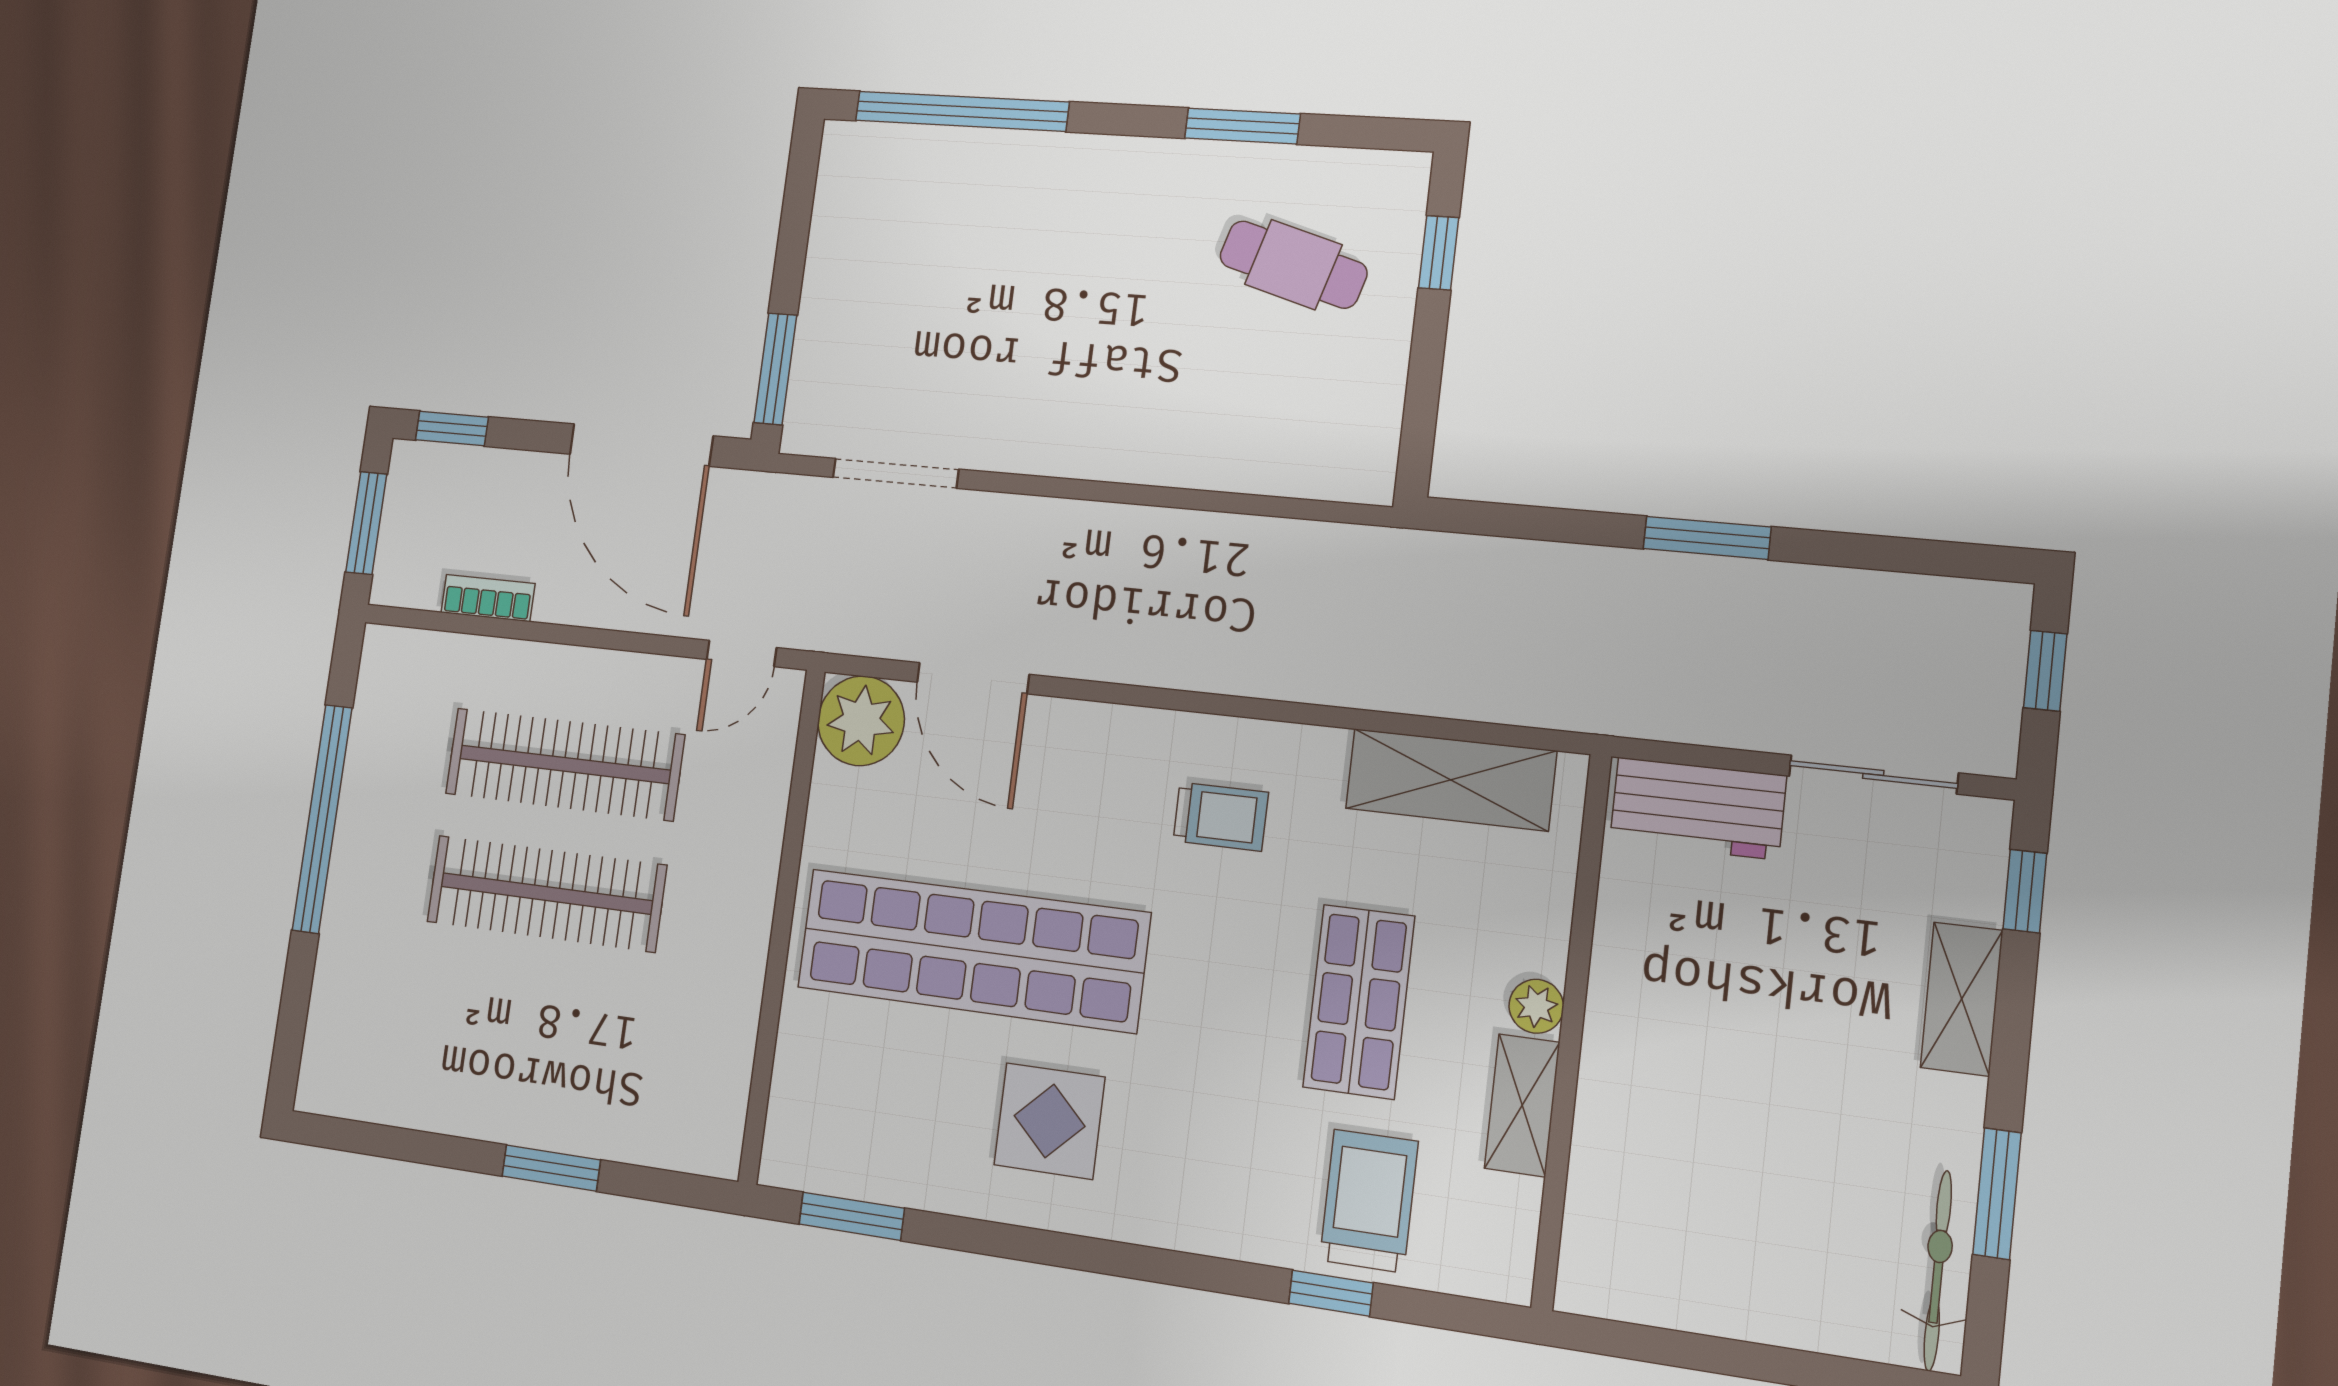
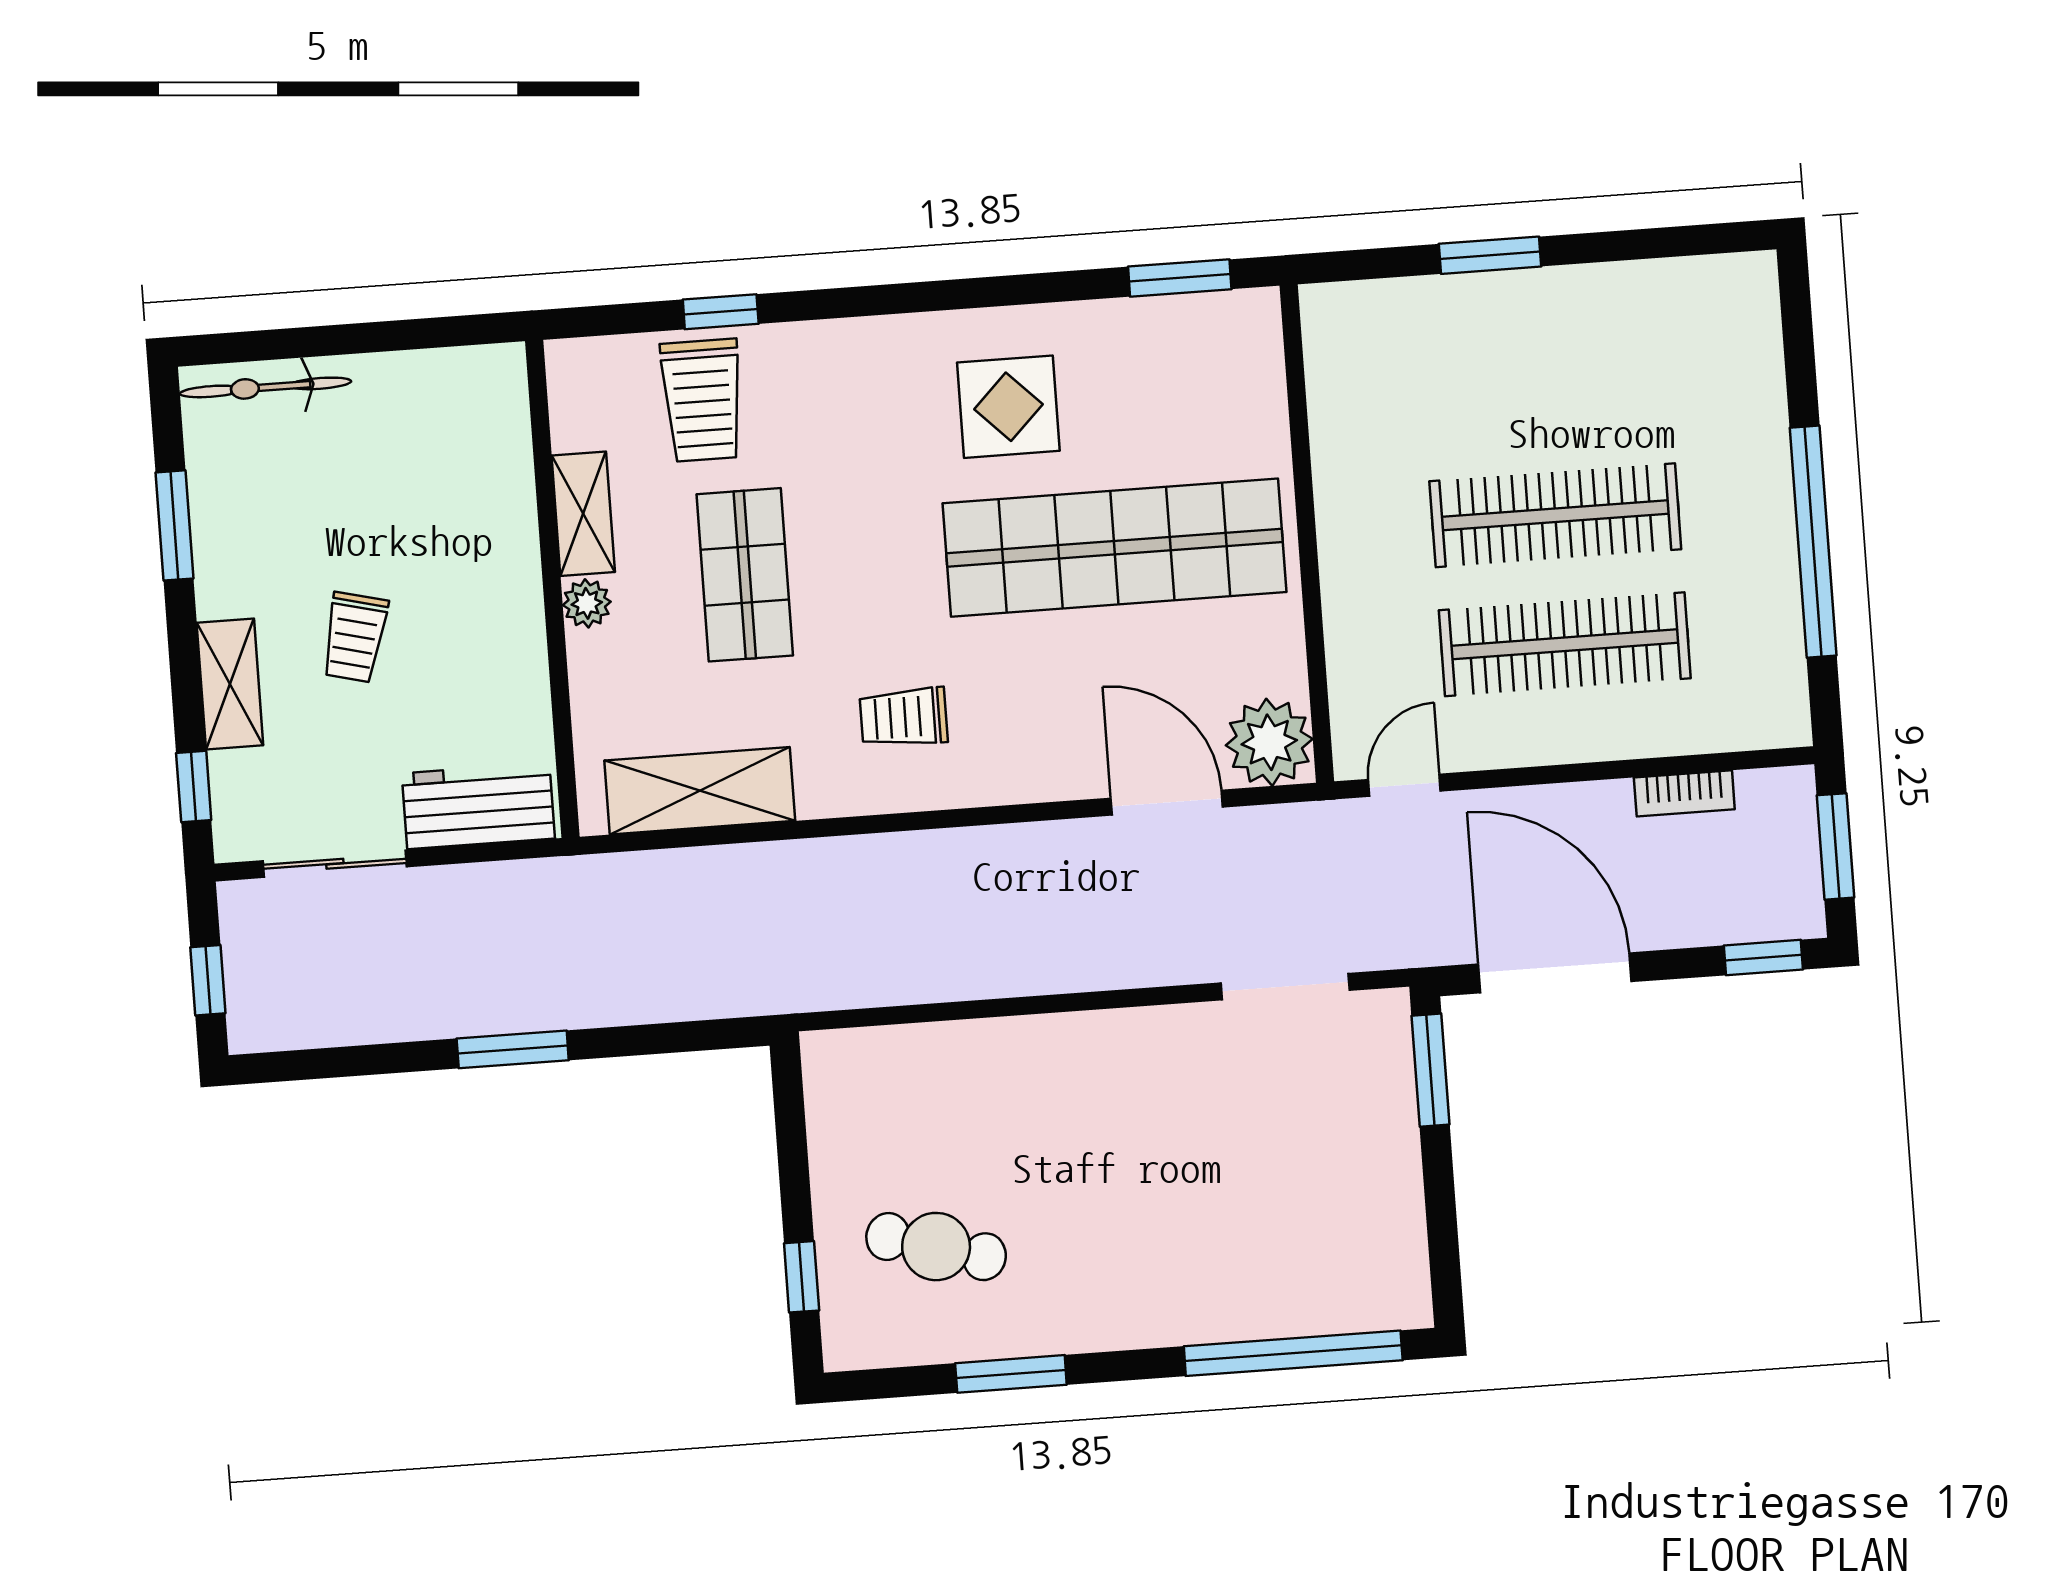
trolley: (1806, 1022) -> (355, 637), added
bicycle: (1938, 1271) -> (265, 387), moved, turned 90

